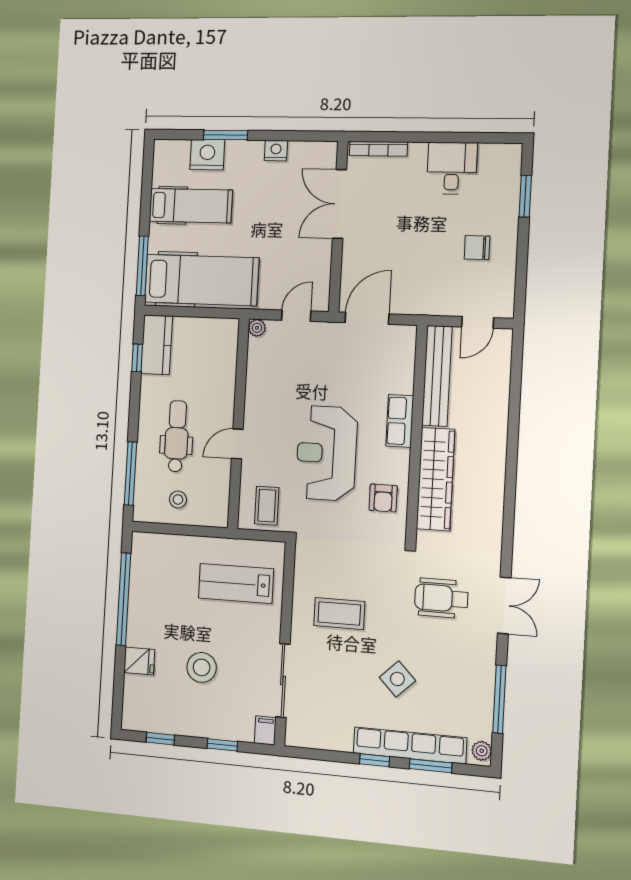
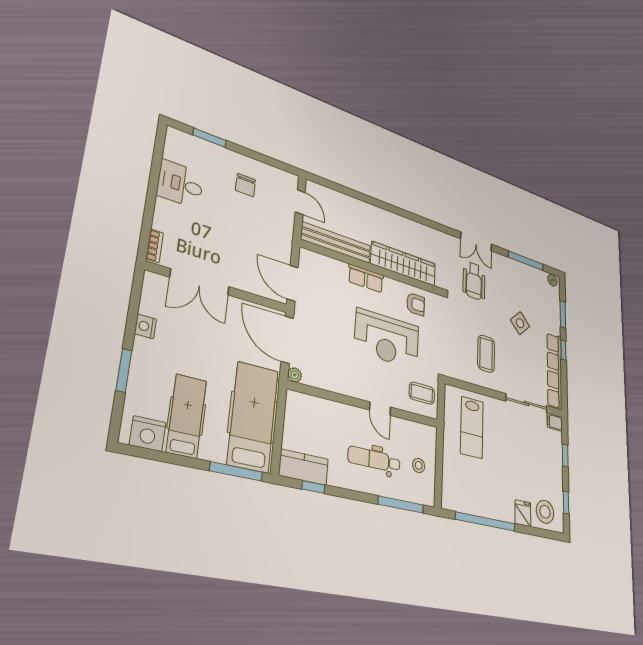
bookcase: (378, 149) -> (155, 246), width x0.64
nightstand: (207, 155) -> (148, 434), moved, turned -90
door: (296, 316) -> (287, 340), width x1.88
double door: (504, 605) -> (476, 241), swing flipped
stool: (202, 667) -> (545, 512), moved
row of seats: (410, 745) -> (554, 371), moved

